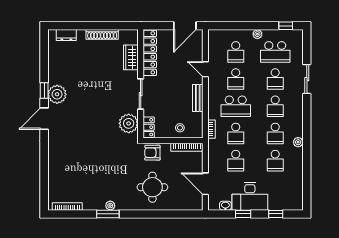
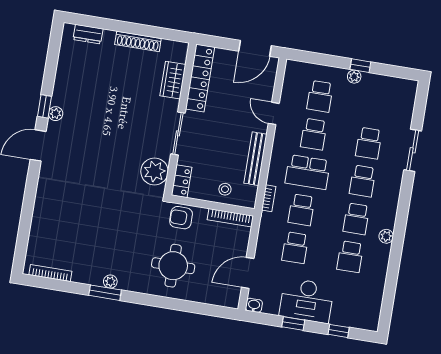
window: (286, 26) -> (360, 66), moved
school desk: (275, 52) -> (375, 105), removed
plant: (57, 94) -> (56, 114), width x0.53, depth x0.53
bench: (198, 98) -> (255, 159), width x1.36
door: (205, 184) -> (248, 273), hinge flipped
washbasin: (225, 206) -> (254, 305), moved

